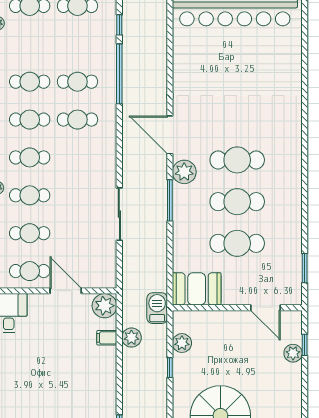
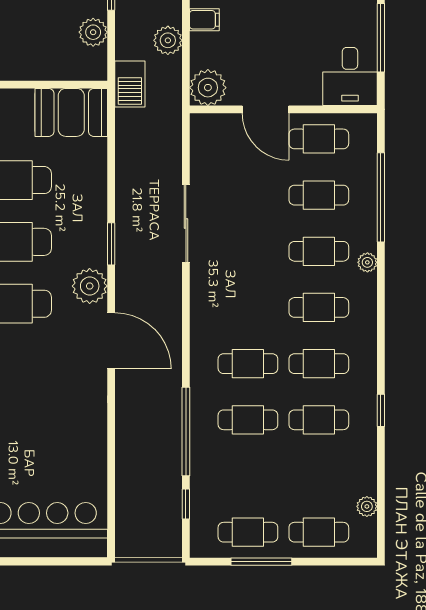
window: (170, 200) -> (111, 244), width x0.69
filing cabinet: (107, 338) -> (204, 20), moved

